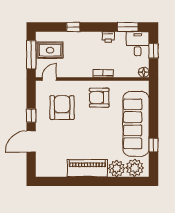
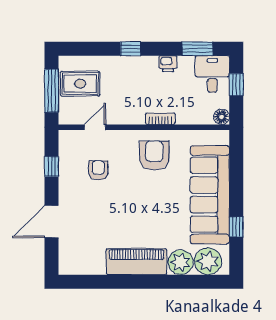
window: (73, 27) -> (131, 49), moved
door: (49, 79) -> (95, 127), moved
armchair: (99, 98) -> (154, 155), turned 90
armchair: (62, 108) -> (98, 170), width x0.53, depth x0.53
window: (31, 116) -> (52, 166), moved

